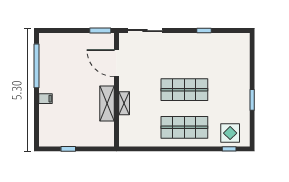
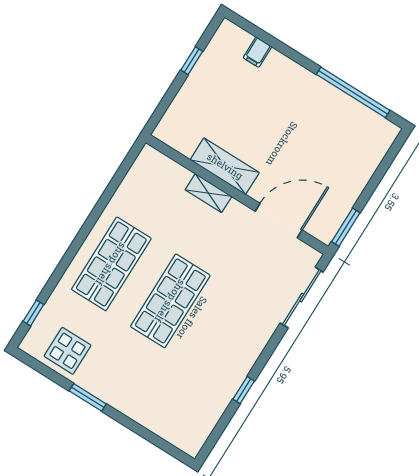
filing cabinet: (45, 99) -> (257, 52), moved
display table: (230, 133) -> (68, 351), moved

